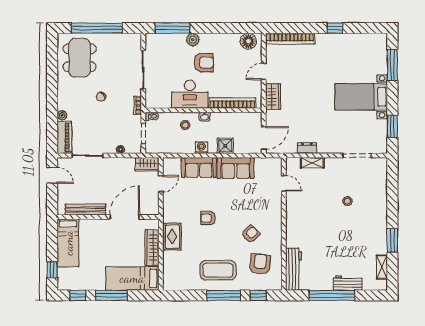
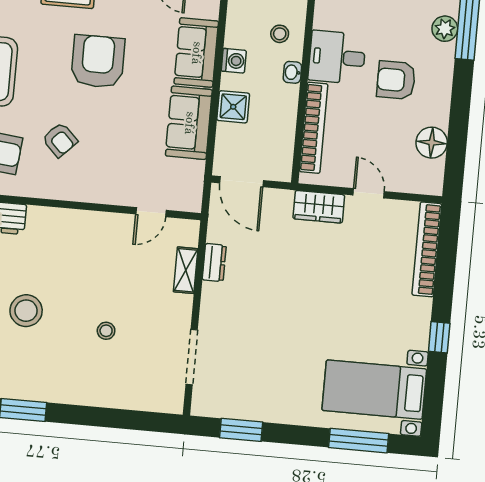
plant: (193, 40) -> (445, 29), moved
floor lamp: (248, 41) -> (432, 143), moved
armchair: (204, 63) -> (396, 80), turned 90
desk: (190, 94) -> (337, 57), width x0.73
bed with nightstands: (361, 97) -> (374, 390), moved, turned -90
armchair: (208, 218) -> (98, 61), width x1.88, depth x1.88
stool: (341, 243) -> (26, 311), added

